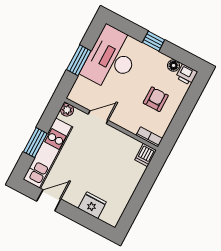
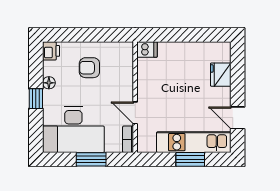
floor lamp: (174, 65) -> (49, 83), moved
plant: (67, 110) -> (144, 146), removed
bookcase: (149, 137) -> (128, 139), moved

